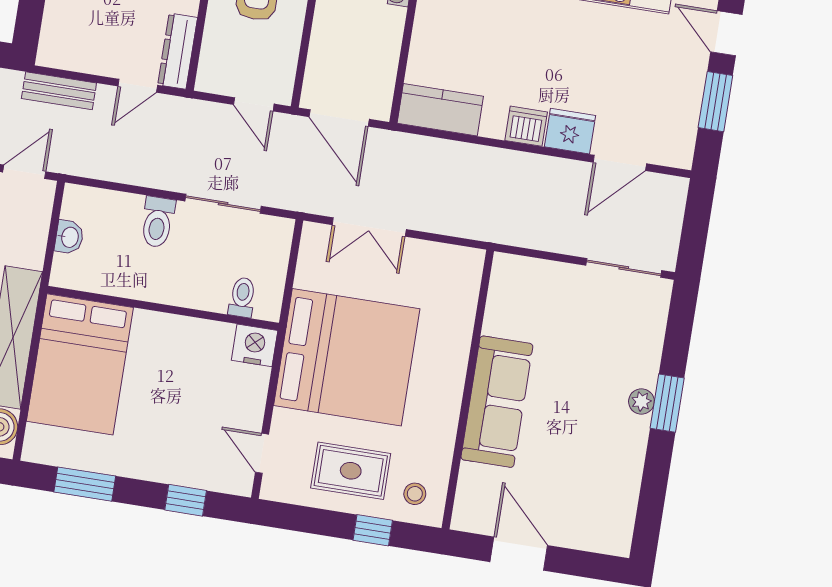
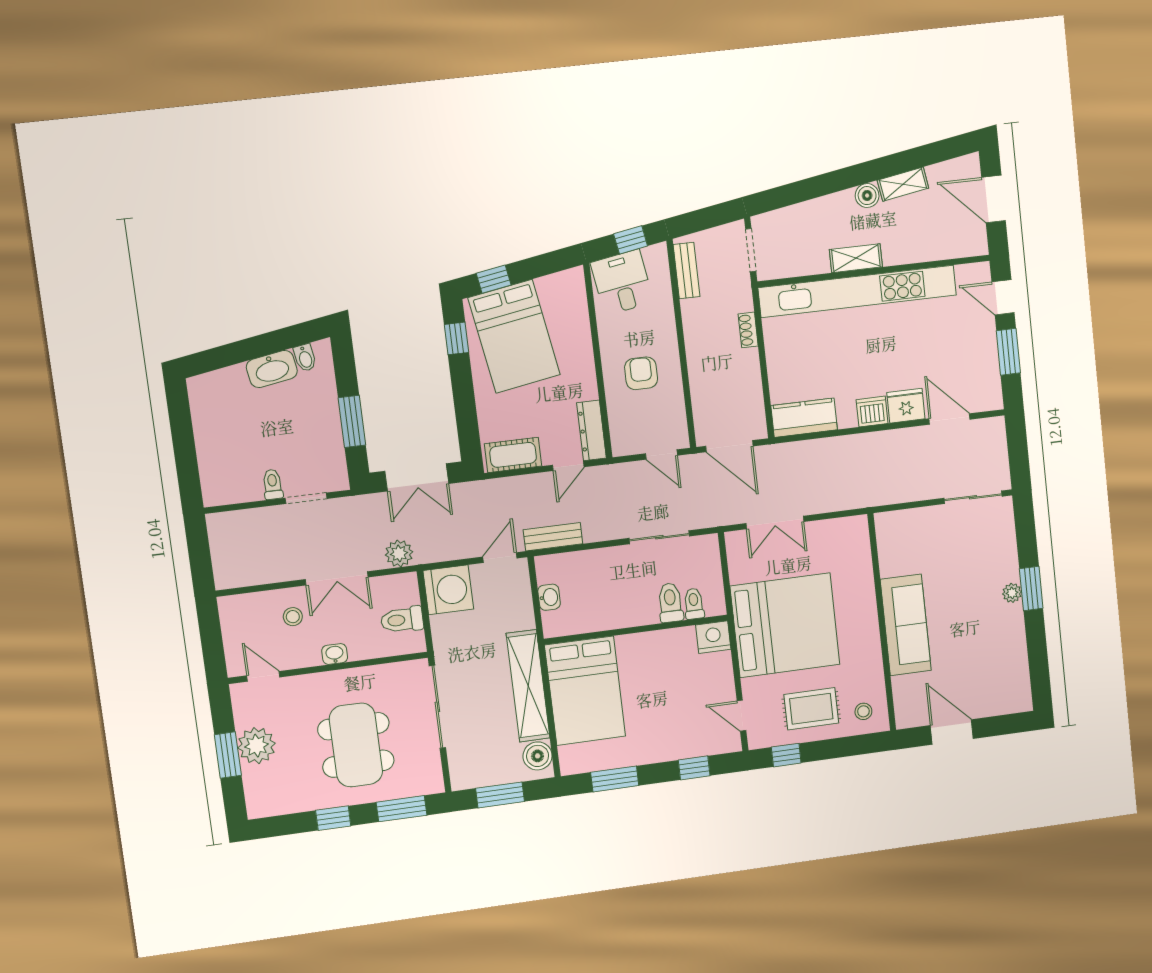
cot: (76, 53) -> (513, 455), added
bench: (59, 91) -> (553, 537), moved
door: (620, 163) -> (949, 419), swing flipped
toilet: (158, 222) -> (670, 603), moved, turned 180
window: (373, 530) -> (786, 755), moved

